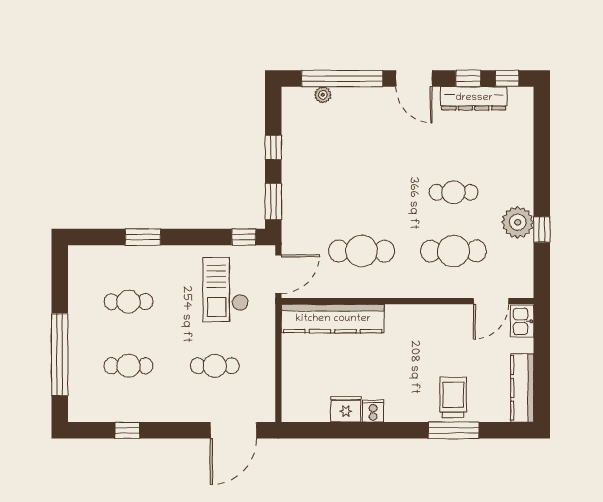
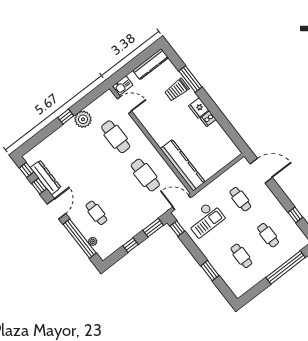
cafe table: (453, 192) -> (96, 213), moved
window: (542, 229) -> (66, 117), moved
fridge: (346, 409) -> (199, 108), moved

